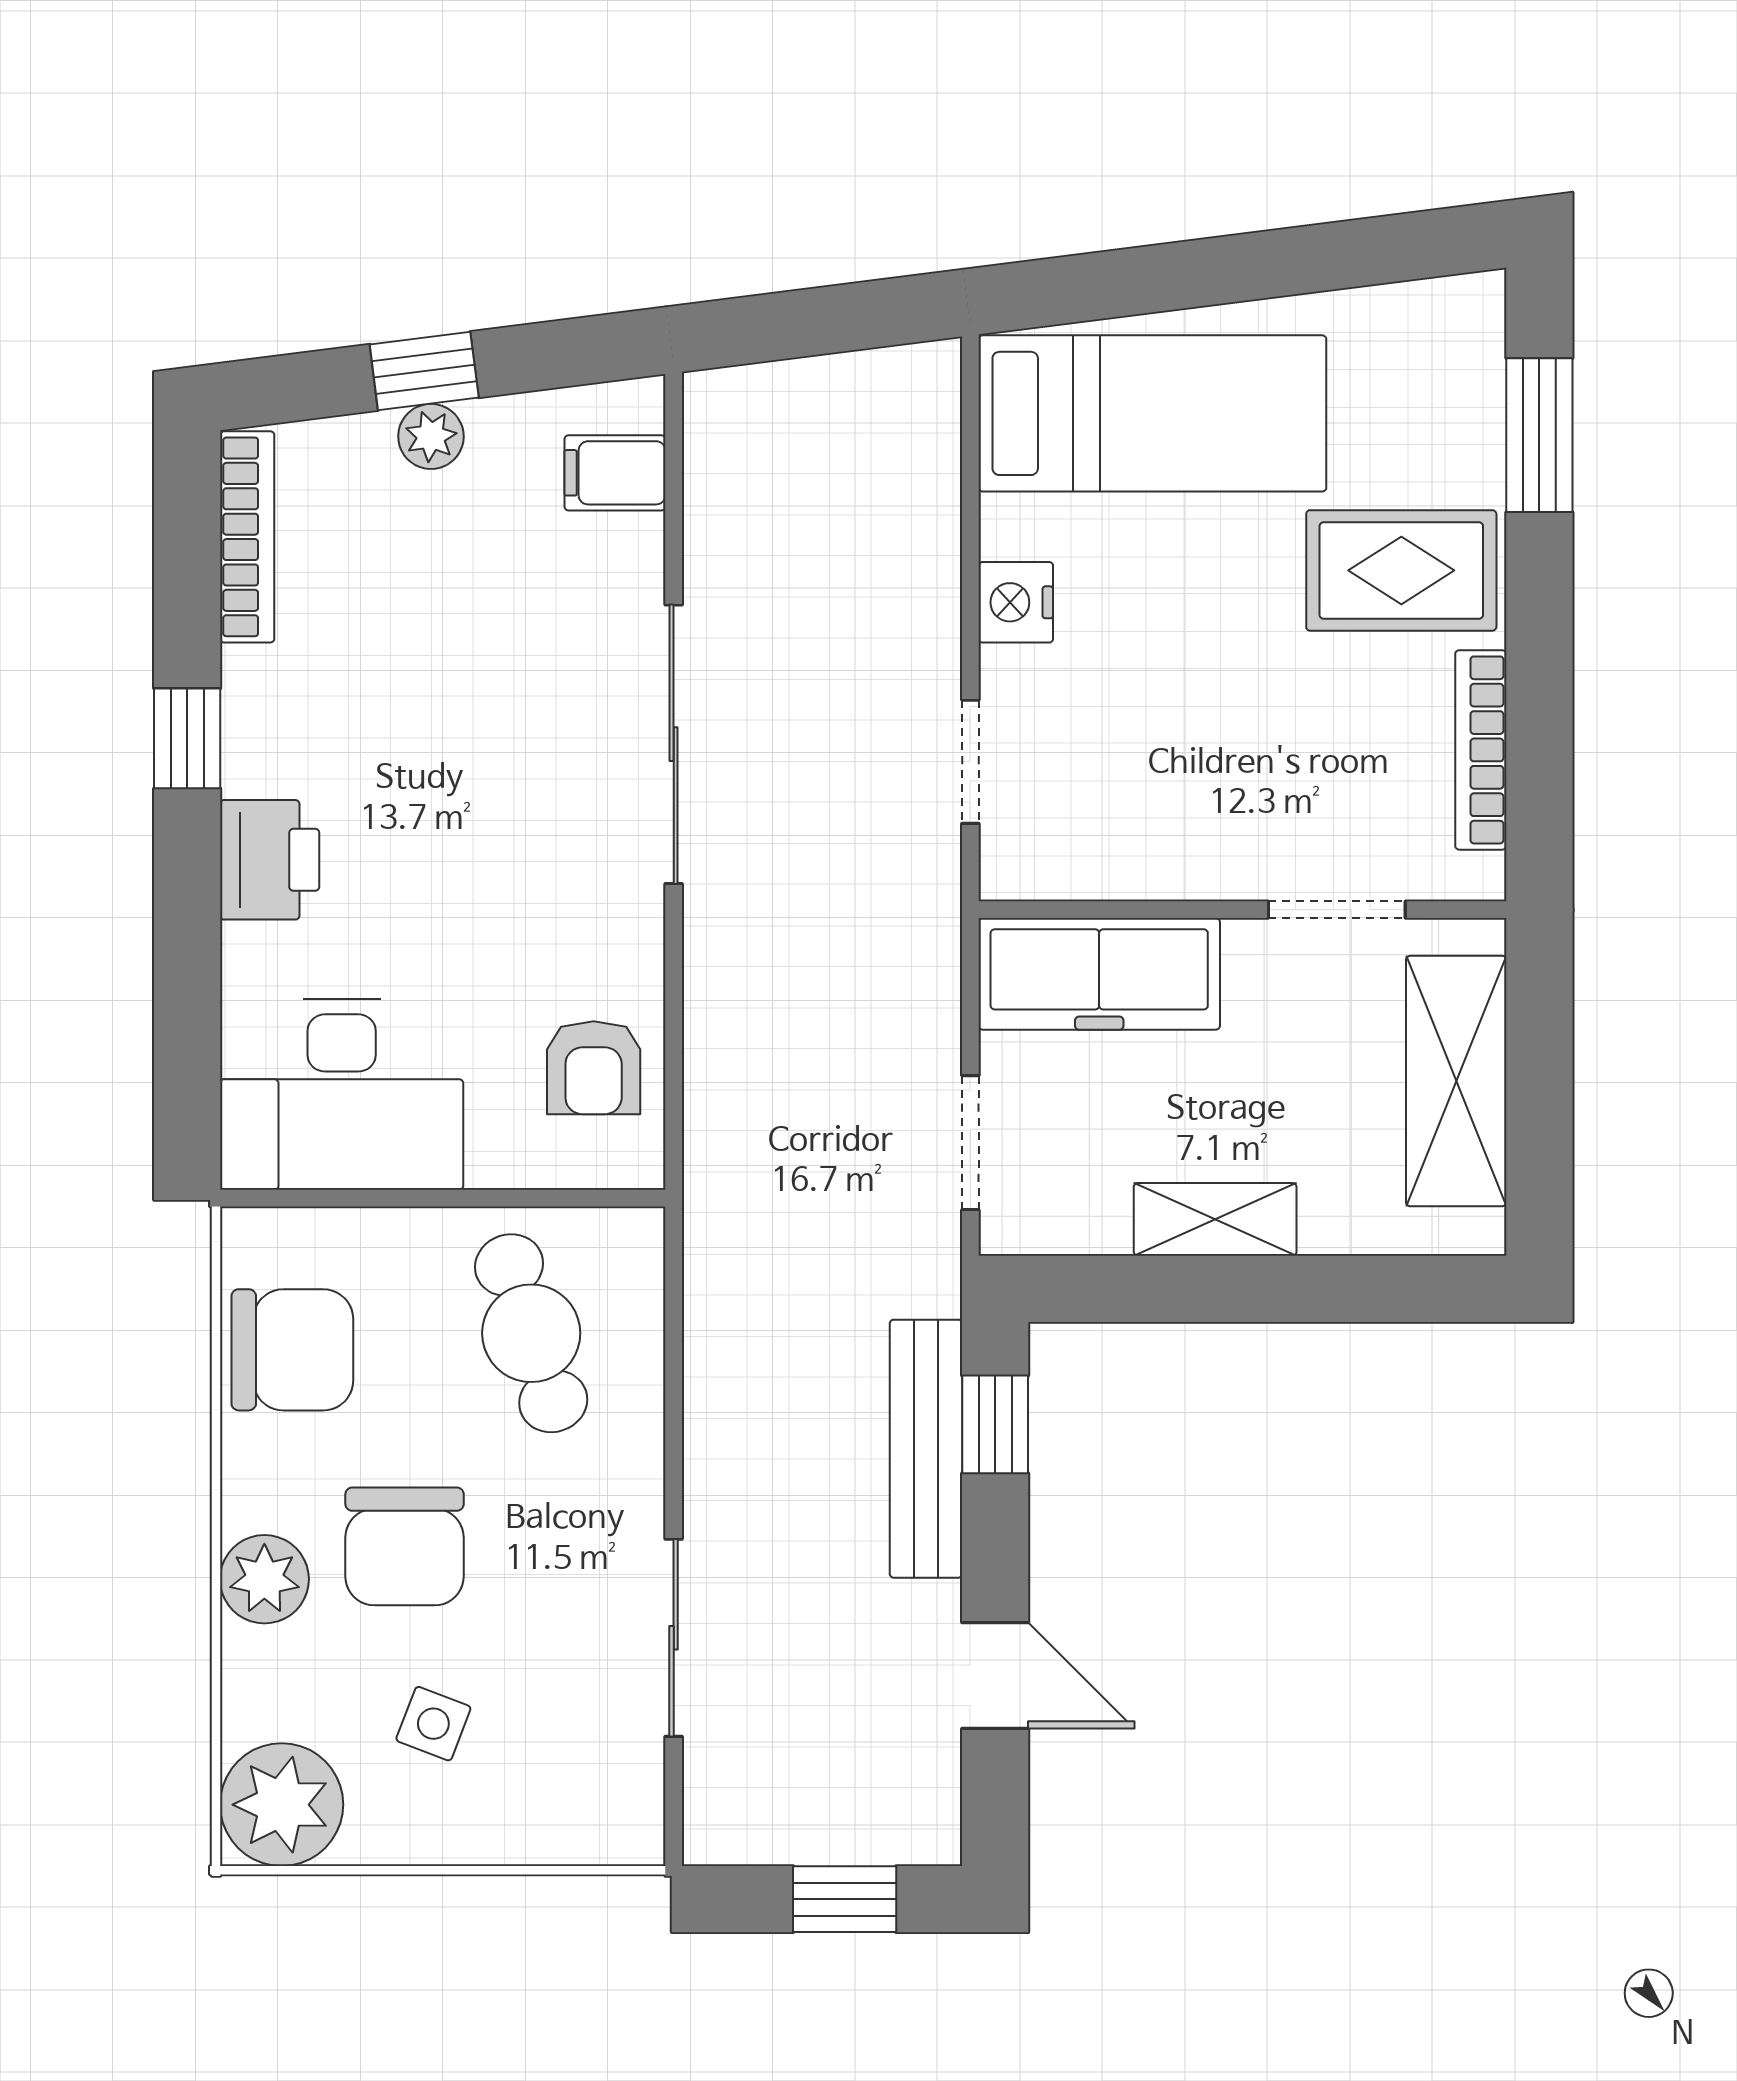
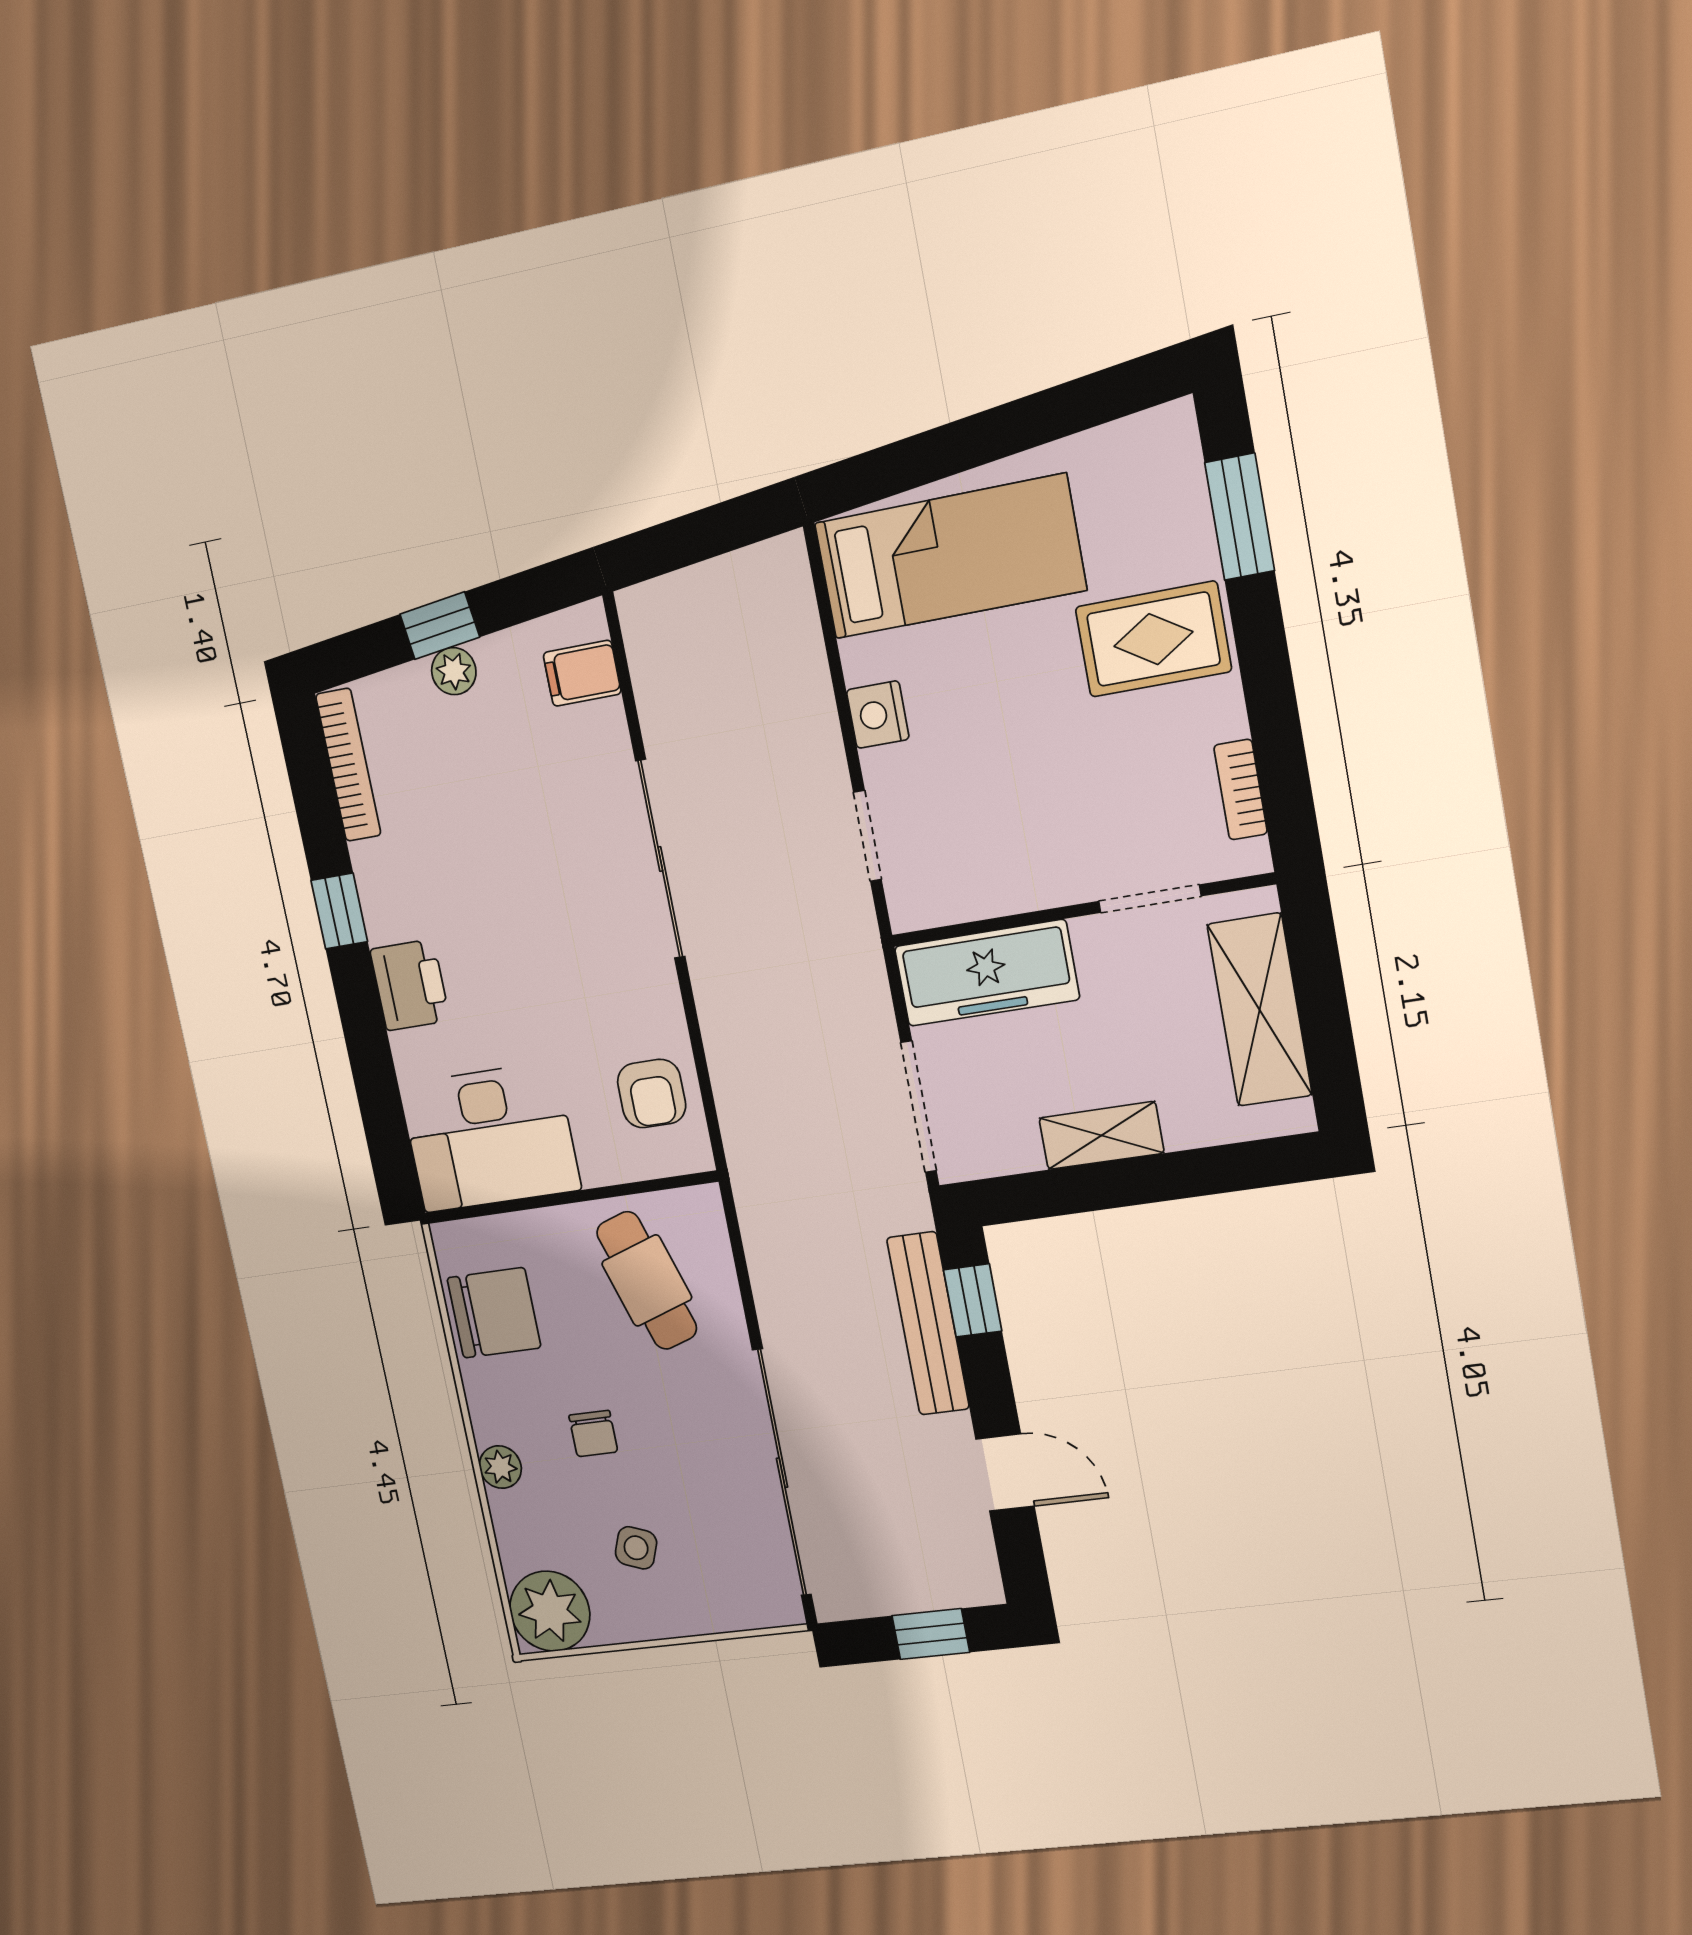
bookcase: (1481, 750) -> (1241, 790), width x0.64
doorway: (970, 1143) -> (919, 1107), width x1.38
chair: (405, 1546) -> (593, 1434), width x0.54, depth x0.54
plant: (264, 1579) -> (500, 1467), width x0.73, depth x0.73
sliding door: (674, 1638) -> (782, 1473), width x1.86

